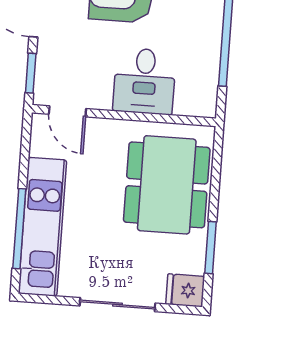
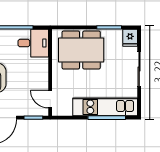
desk: (144, 81) -> (33, 43), moved
door: (67, 111) -> (50, 99), swing flipped

